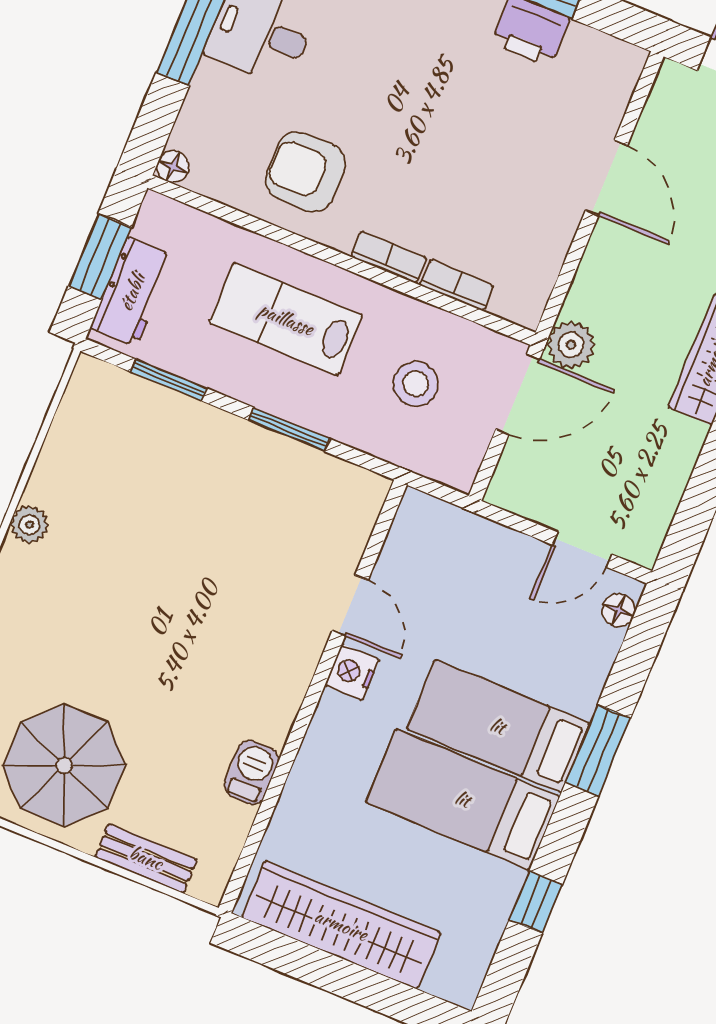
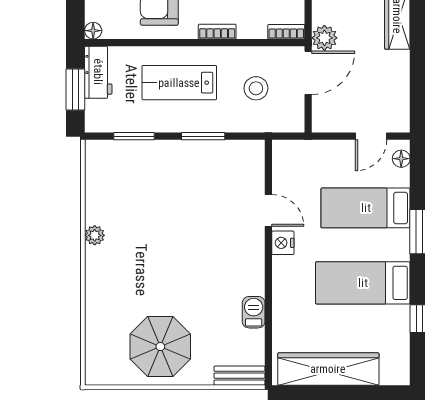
bookcase: (457, 285) -> (286, 32), moved
workbench: (132, 292) -> (98, 72), moved
bed: (498, 726) -> (366, 208), moved
bench: (146, 858) -> (239, 376), moved

